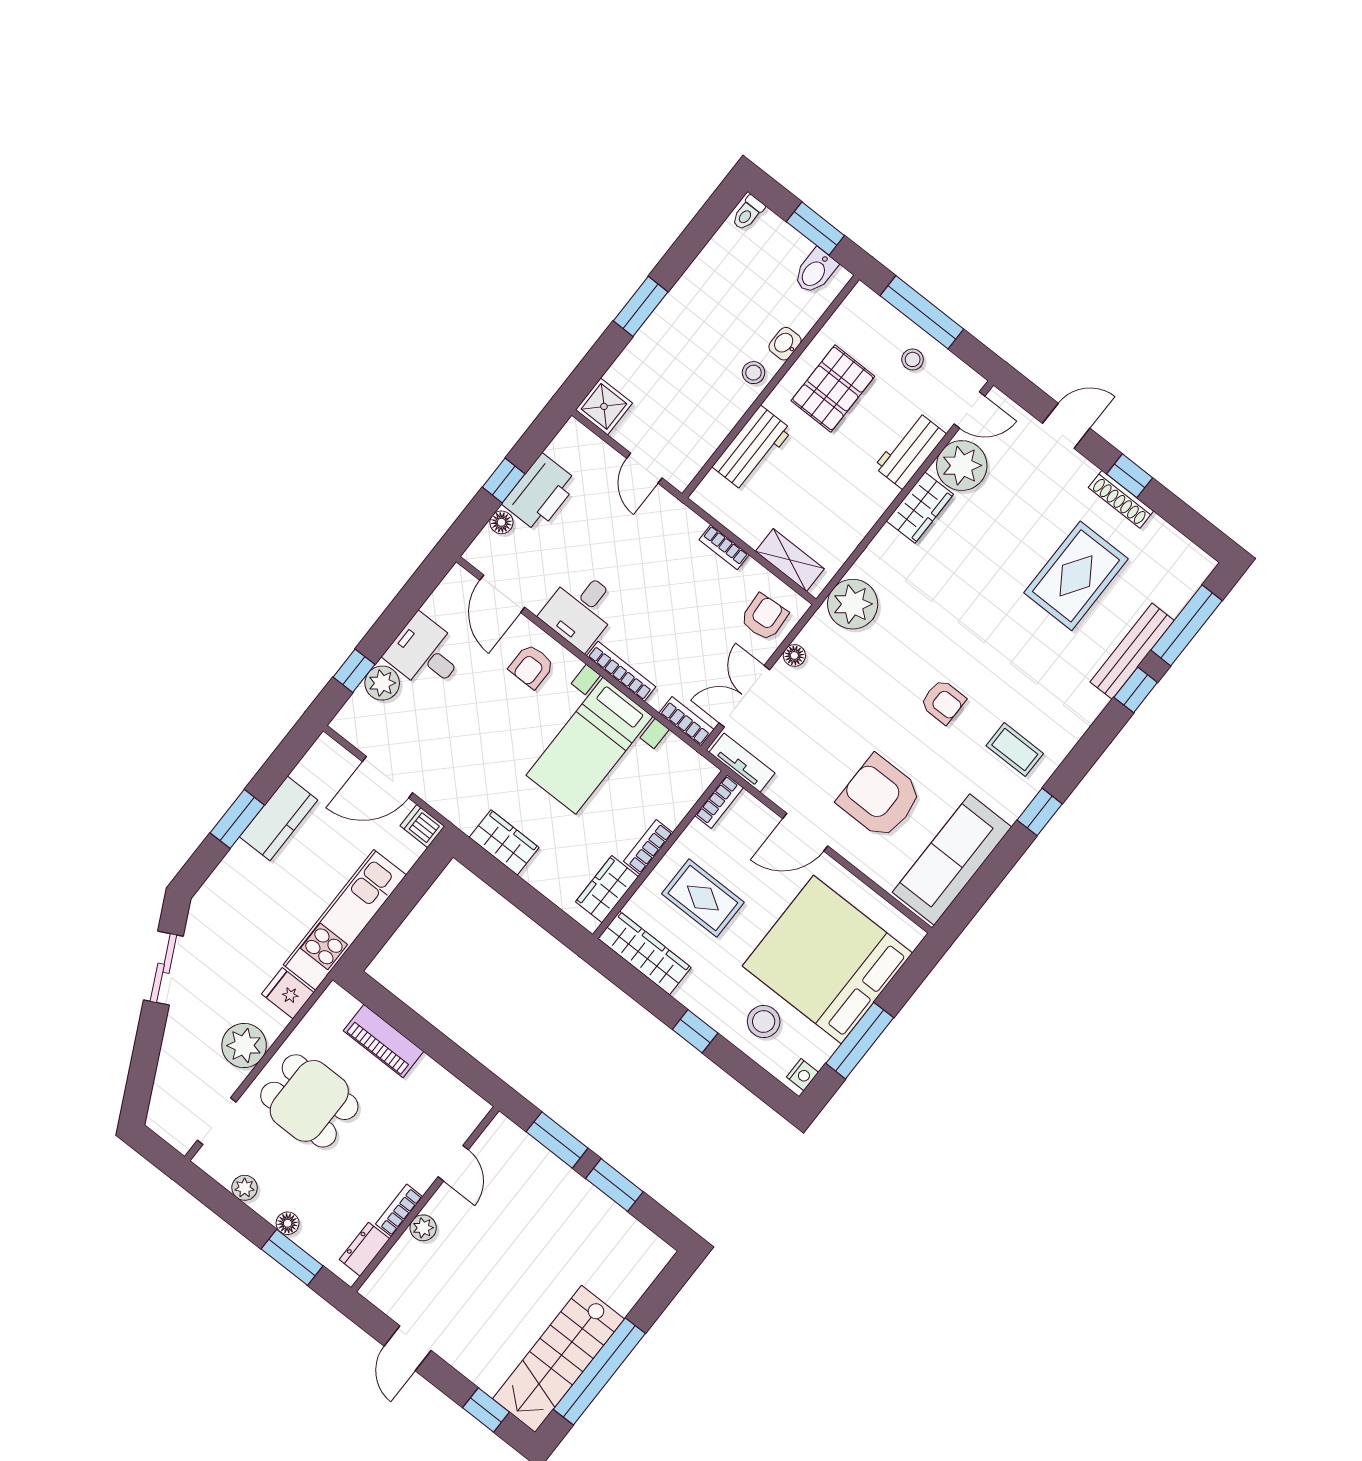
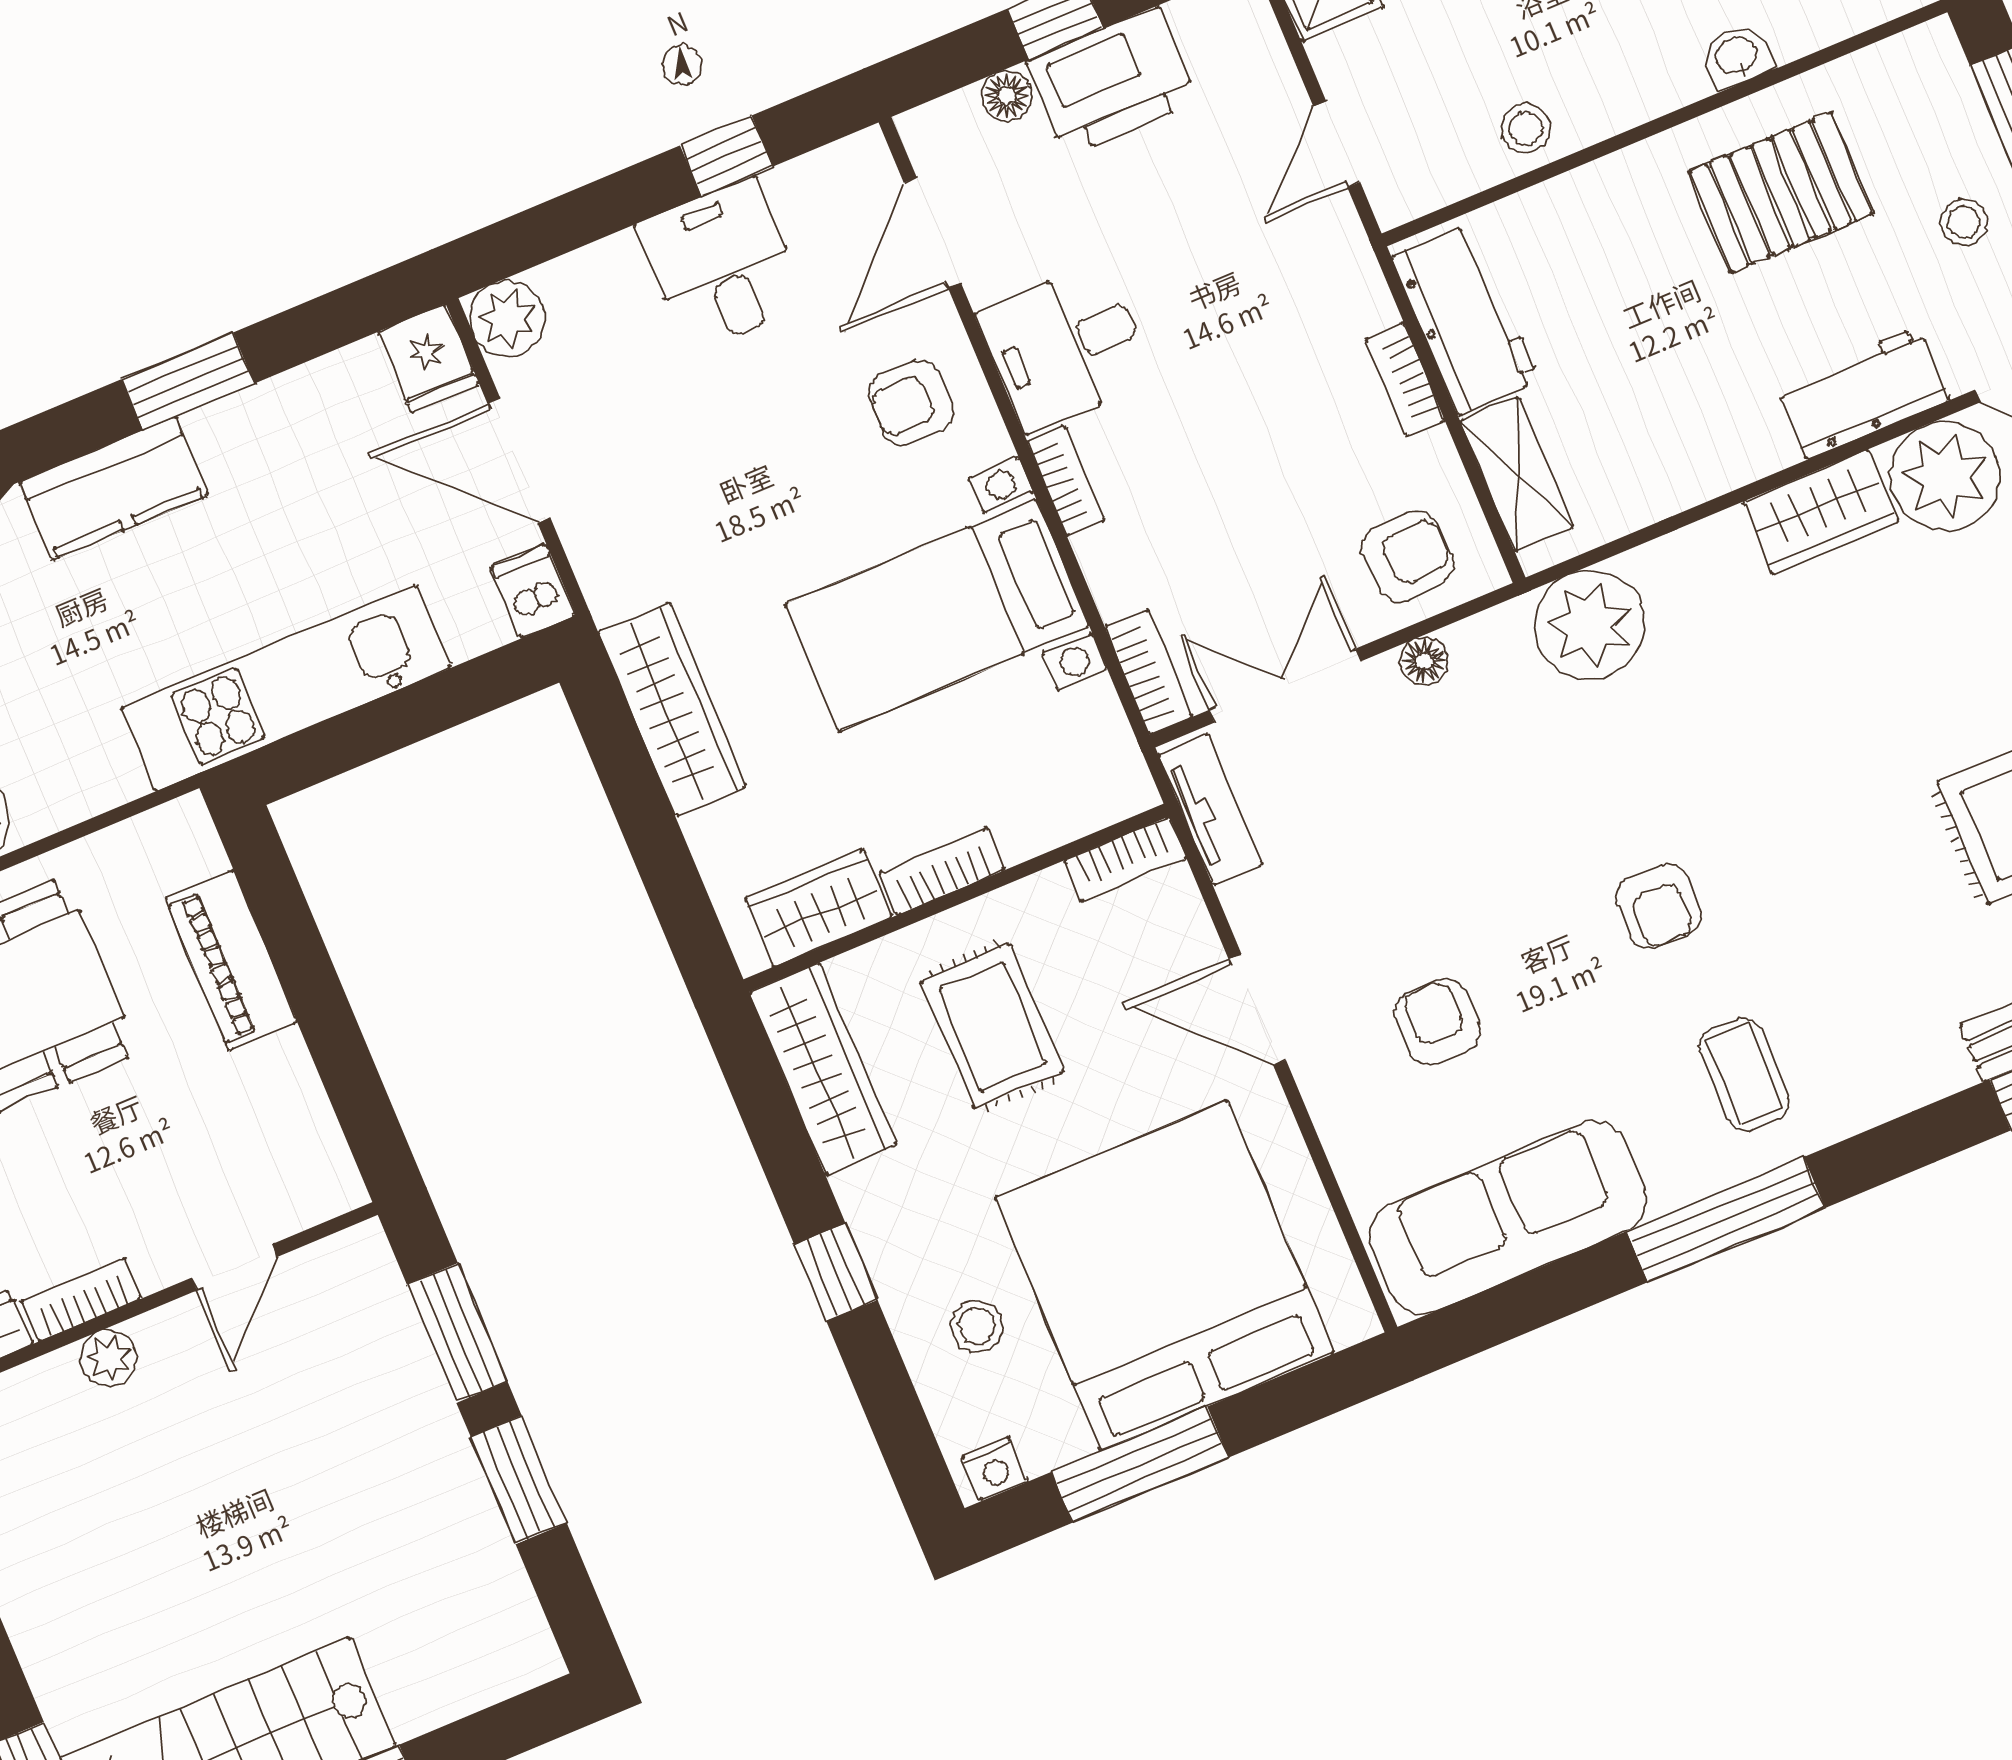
stool: (753, 373) -> (1525, 129), moved
workbench: (752, 448) -> (1466, 319), moved, turned -90
window: (354, 671) -> (726, 156), moved
bookcase: (621, 671) -> (1066, 480), width x0.64
plant: (382, 683) -> (507, 318), moved
armchair: (880, 797) -> (1437, 1022), width x0.53, depth x0.53
window: (1040, 812) -> (1726, 1220), width x2.17
kitchen counter: (279, 818) -> (114, 488), moved
wardrobe: (504, 842) -> (672, 709), width x1.50
fridge: (288, 993) -> (428, 358), moved, turned 180
stool: (764, 1022) -> (977, 1326), width x0.73, depth x0.73

